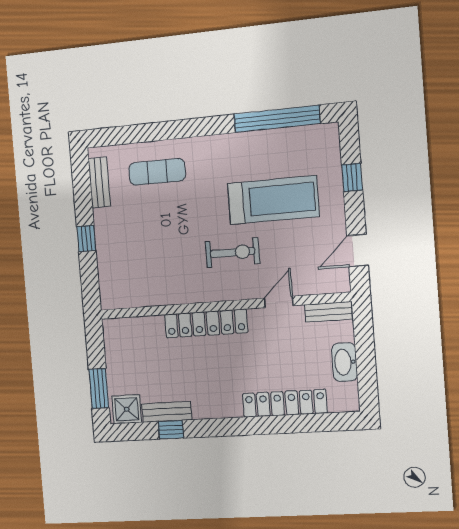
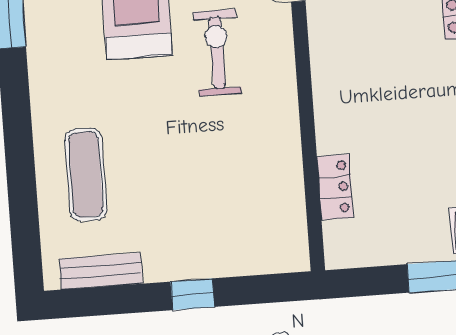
locker: (206, 324) -> (335, 187), moved, width x0.46, depth x0.83

